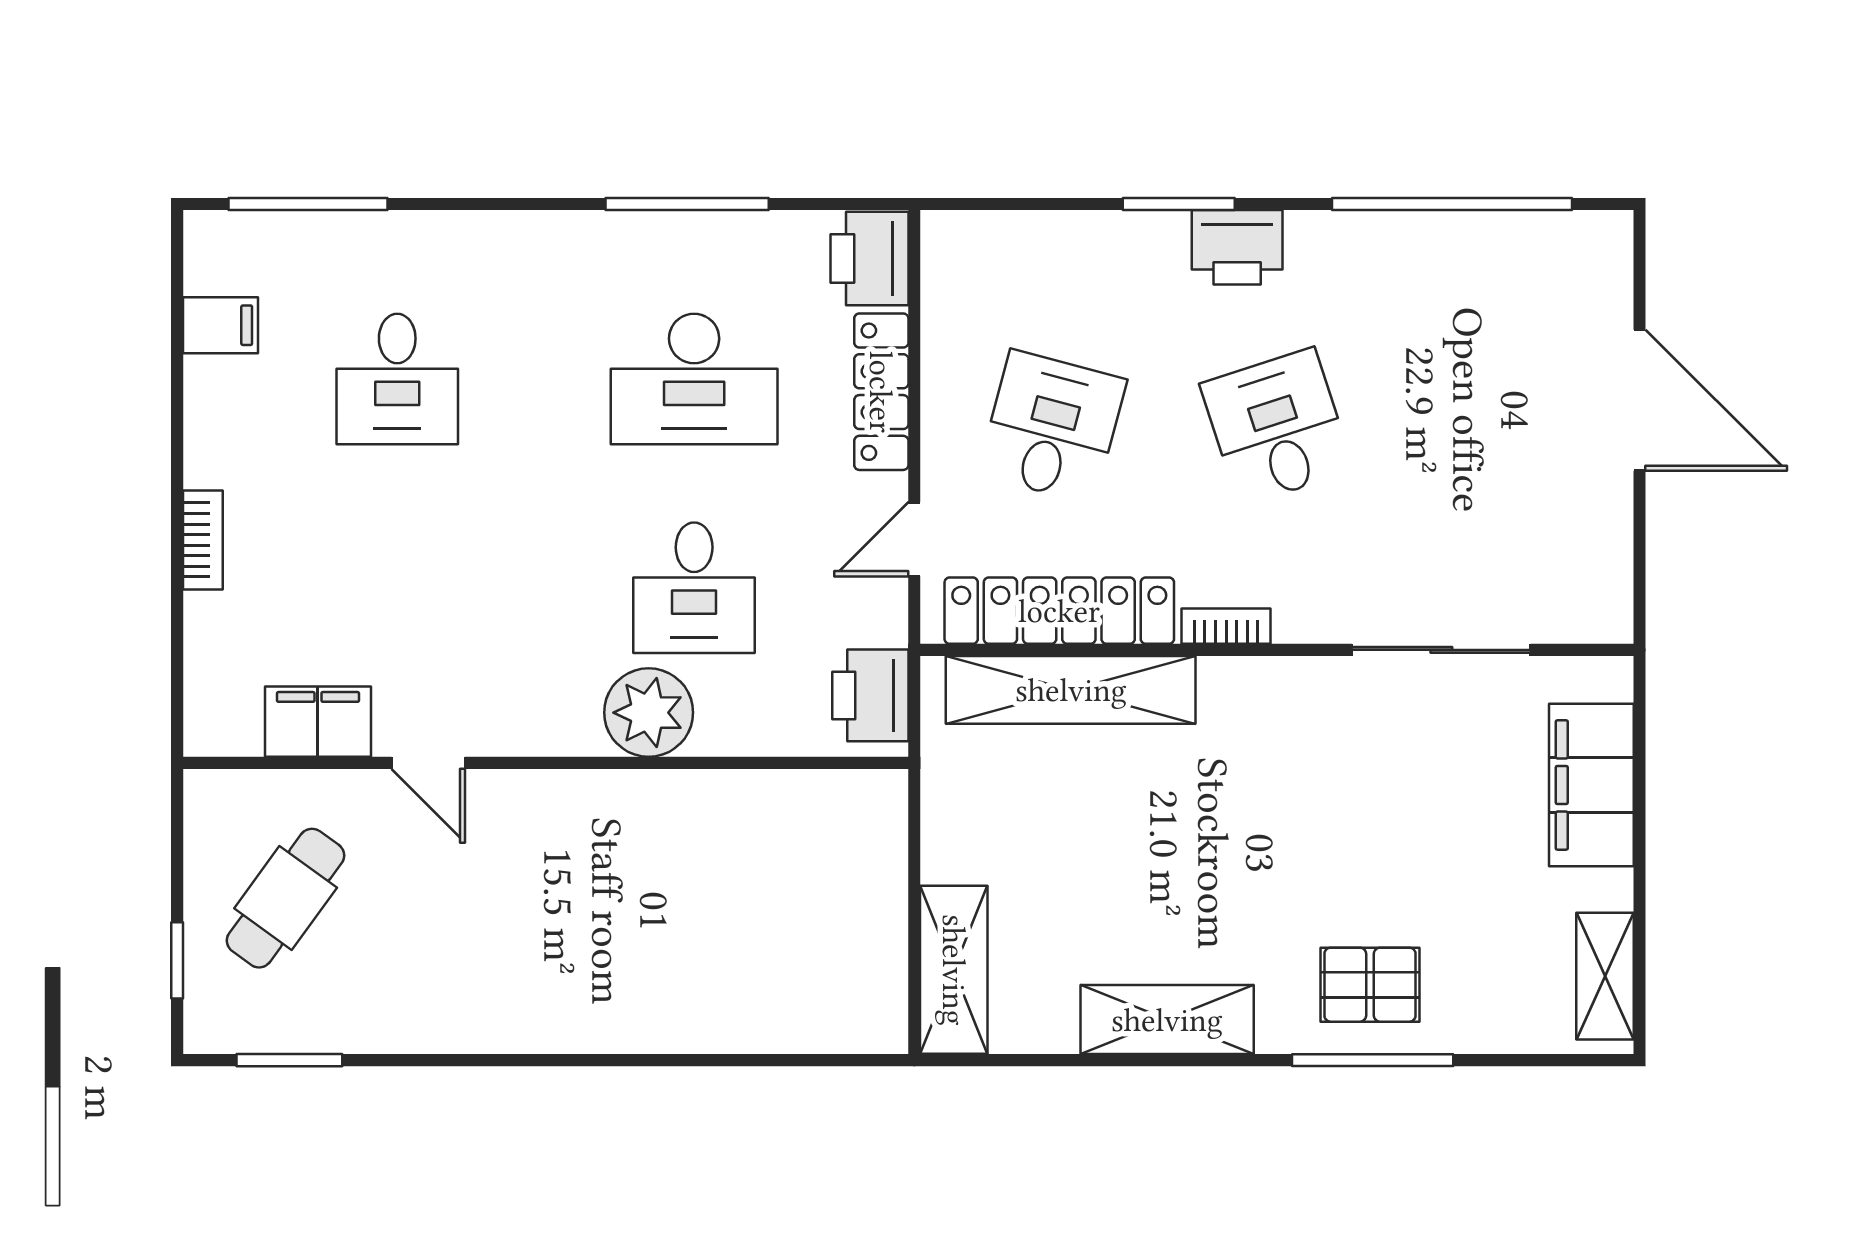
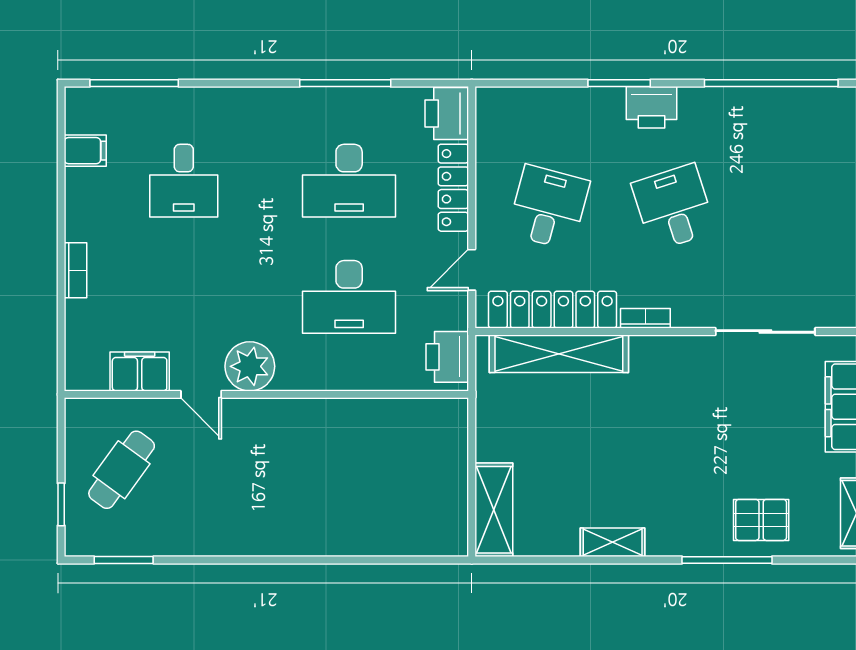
desk: (694, 588) -> (349, 297), width x1.37
plant: (649, 713) -> (250, 366), moved
pallet: (1370, 985) -> (761, 520), moved
shelving: (1167, 1020) -> (613, 542), width x0.67, depth x0.75

